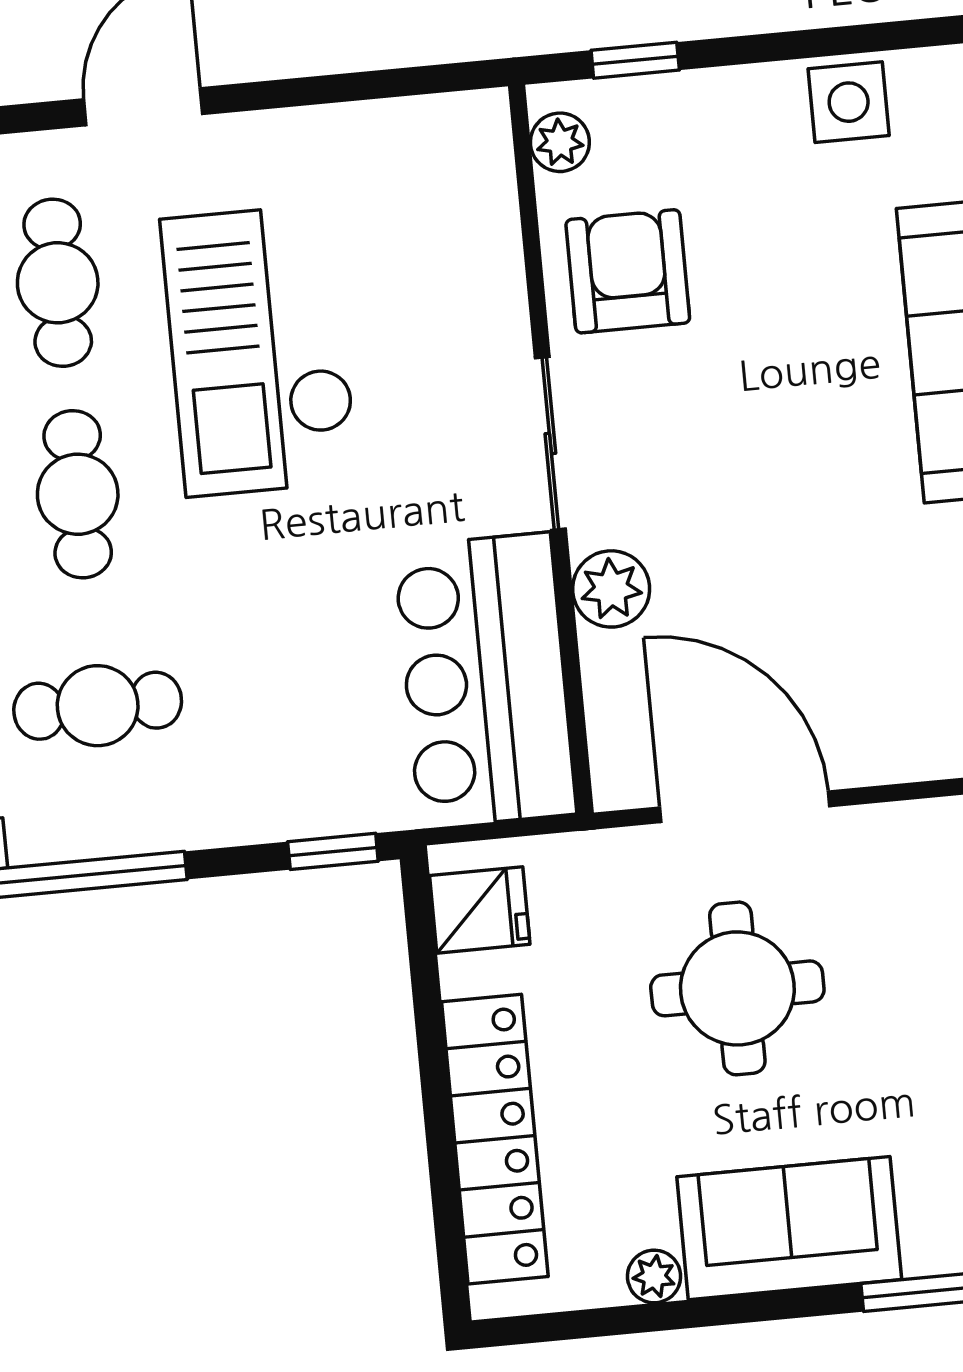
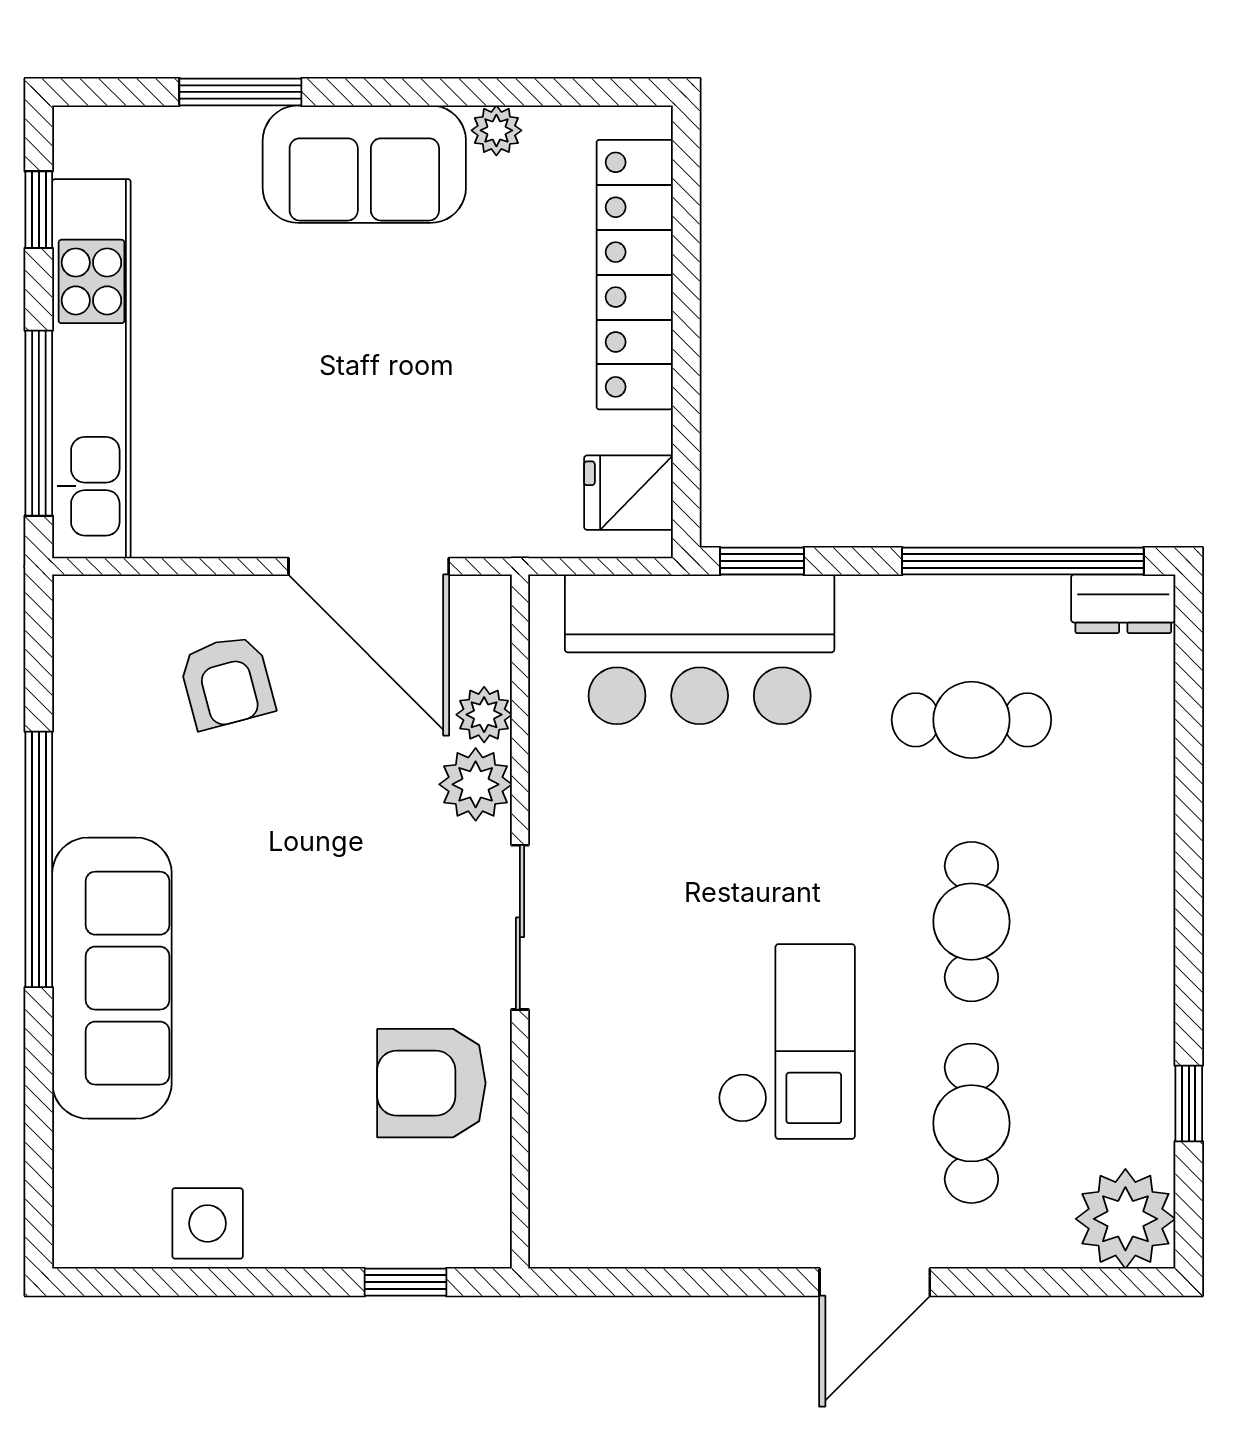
plant: (560, 142) -> (484, 715), moved
armchair: (628, 271) -> (431, 1083), turned 90
checkout: (260, 350) -> (786, 1042), width x0.73, depth x0.83
armchair: (882, 672) -> (227, 682), added
bar counter: (485, 680) -> (700, 649), moved, turned 90
round table: (737, 988) -> (392, 395), removed

